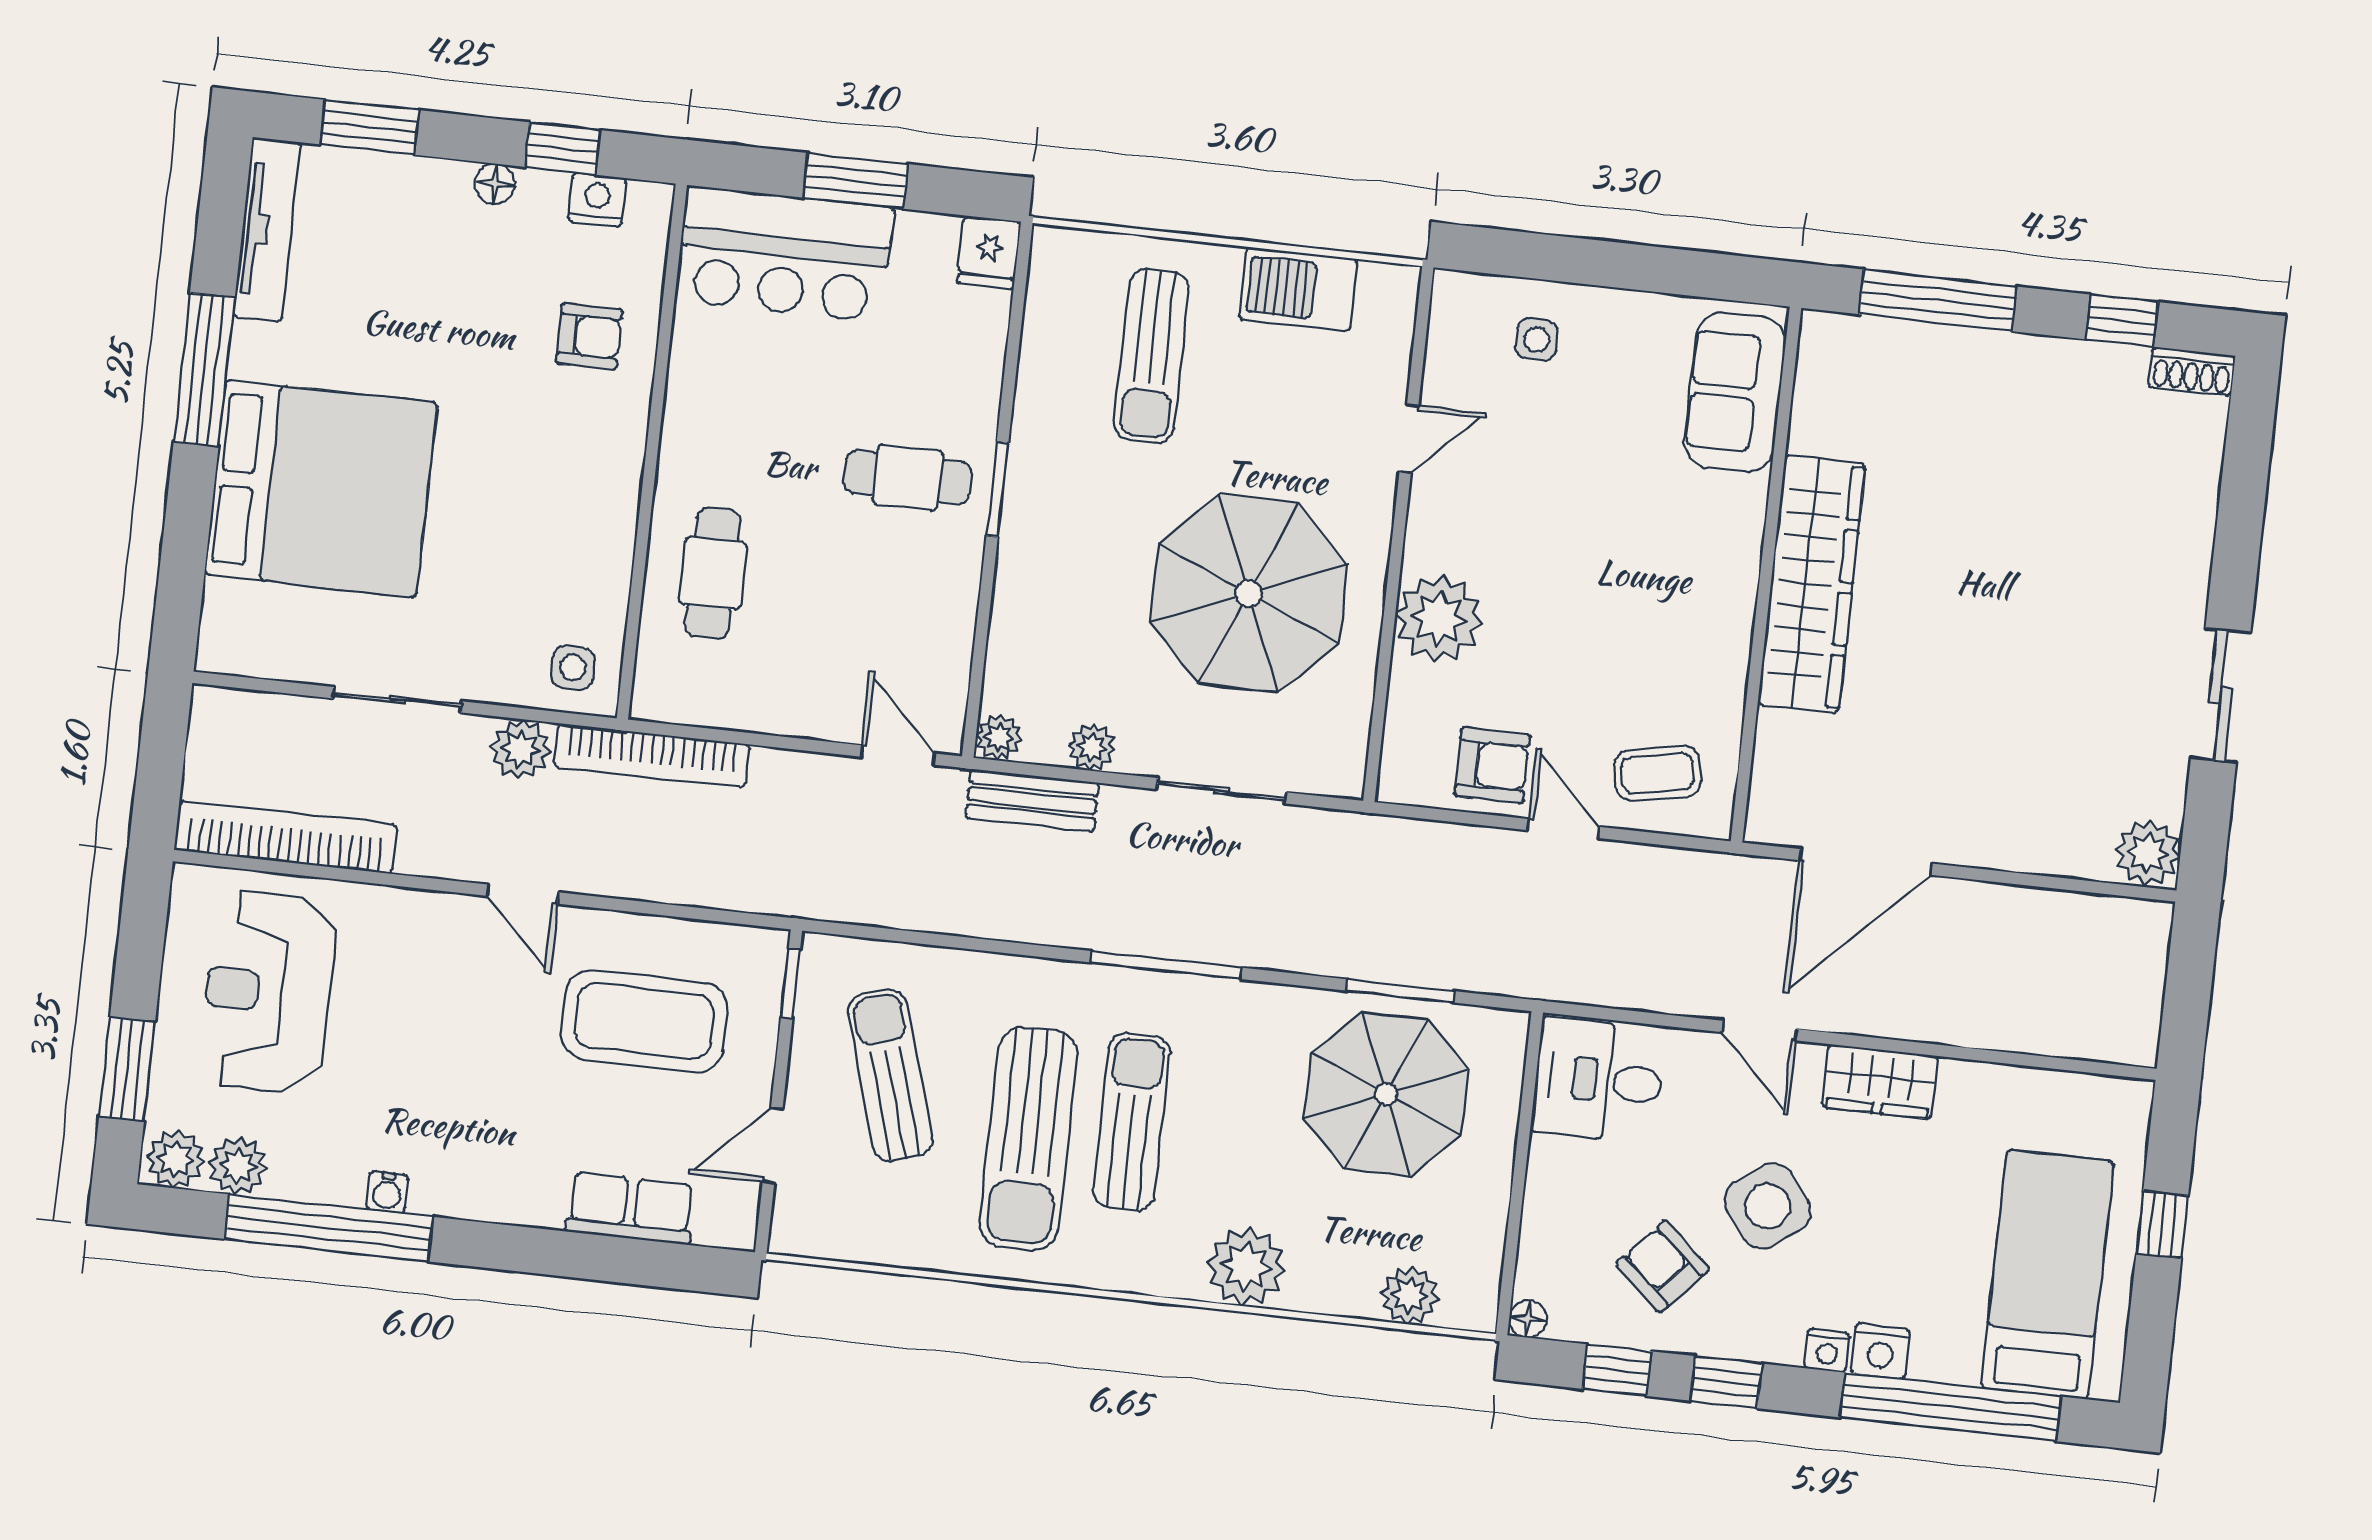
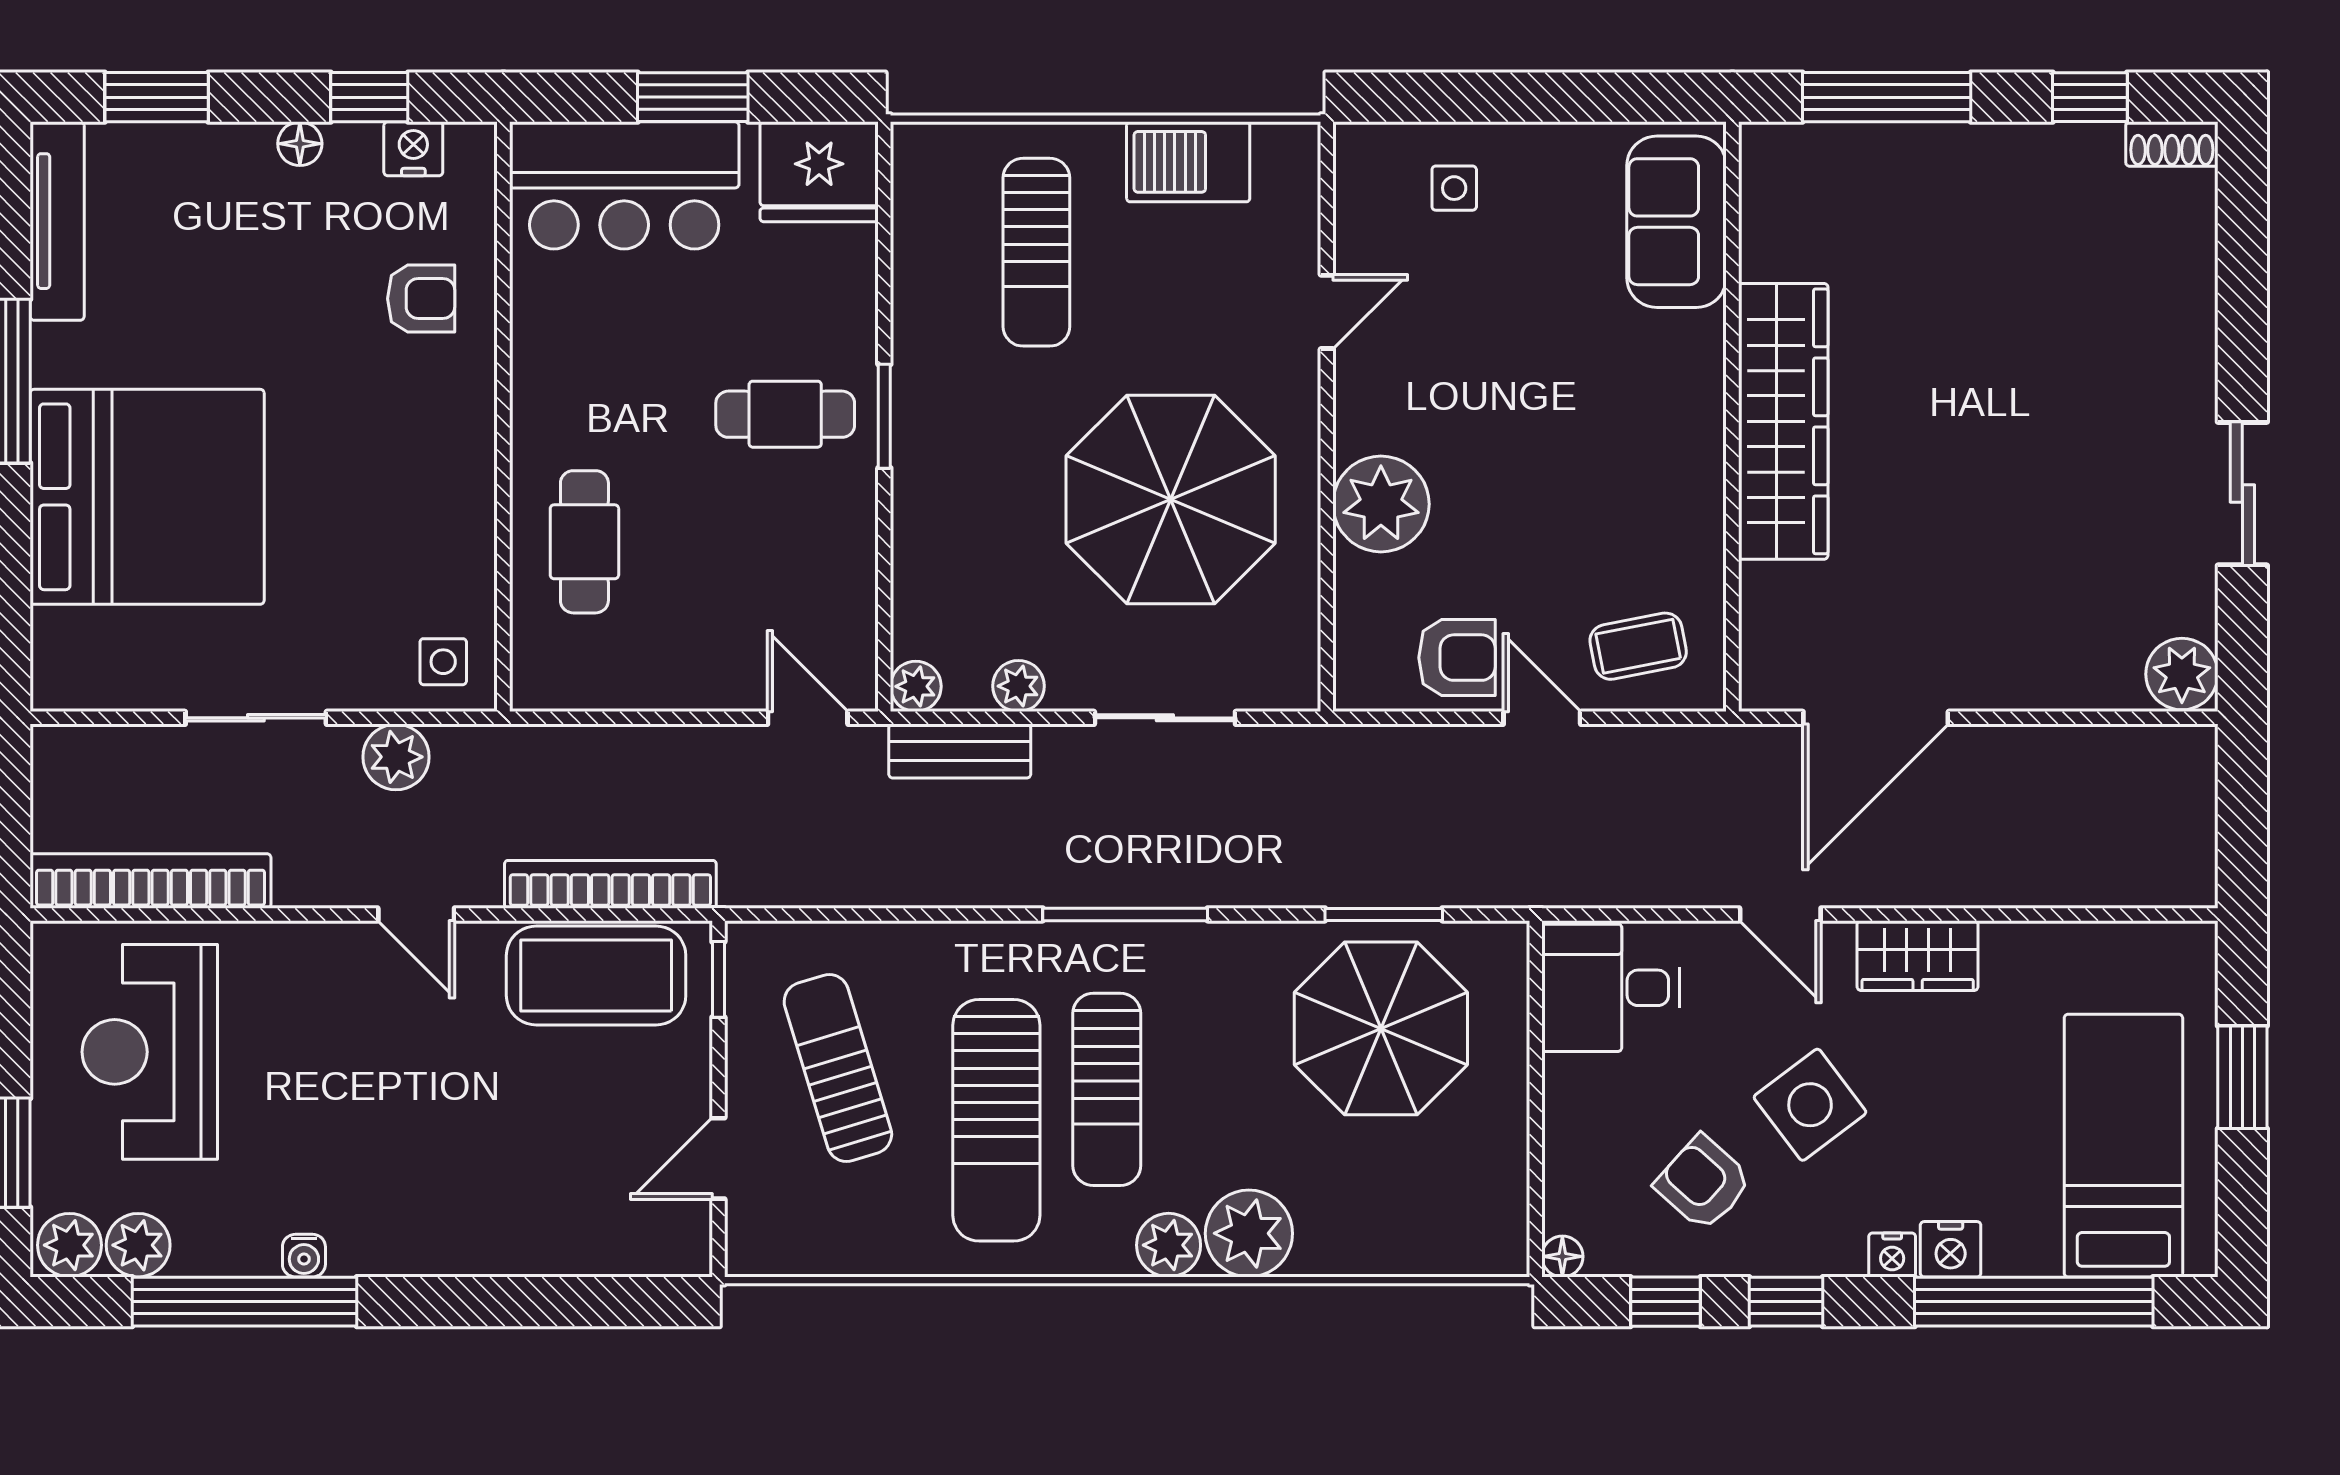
fridge: (989, 252) -> (819, 172), width x1.88, depth x1.34
bookcase: (652, 756) -> (610, 884), moved, turned 180
coffee table: (644, 1021) -> (596, 976), moved
sun lounger: (1132, 1122) -> (1107, 1089), turned 180
row of seats: (630, 1208) -> (571, 1244), removed
window: (2162, 1224) -> (2242, 1077), width x1.50
plant: (1410, 1295) -> (1169, 1245), moved

